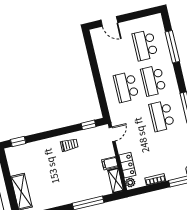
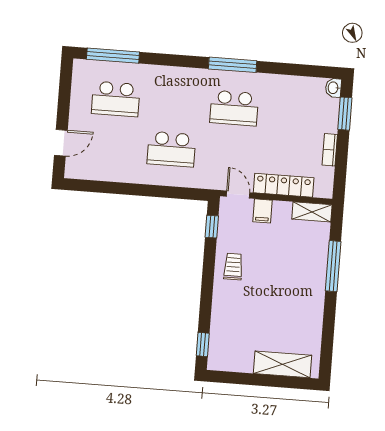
window: (172, 47) -> (113, 56), moved
school desk: (153, 81) -> (175, 104), removed
filing cabinet: (110, 163) -> (262, 211), moved
locker: (127, 165) -> (284, 185), width x1.53
plant: (130, 183) -> (322, 190), removed

